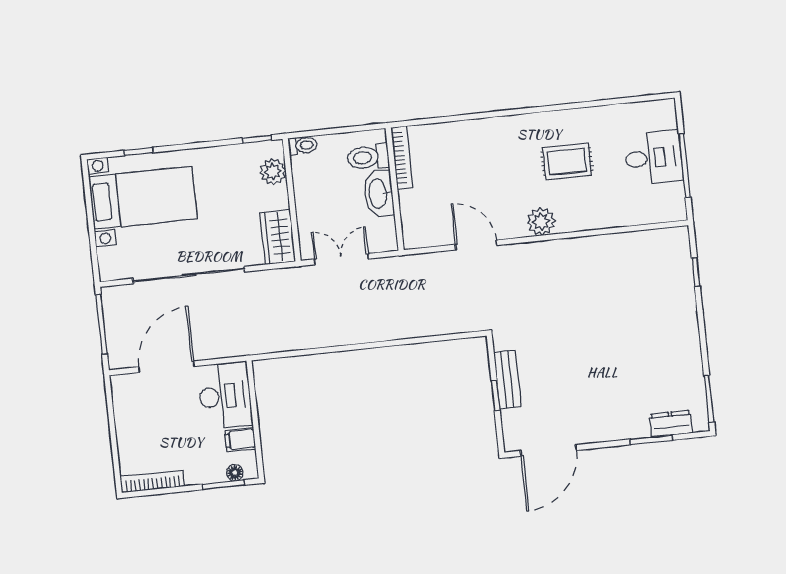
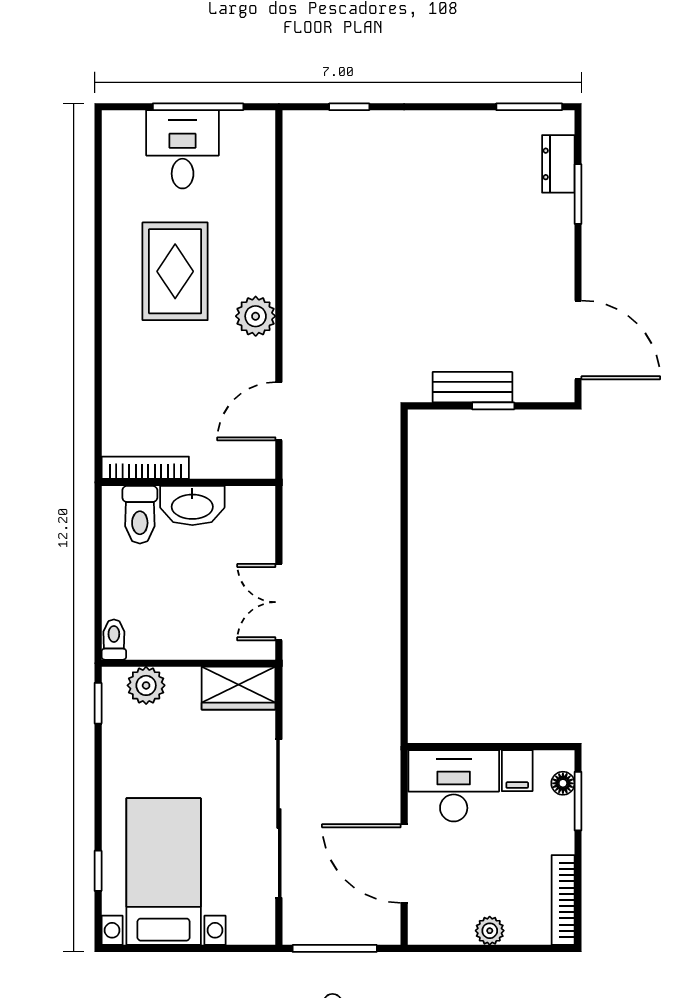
toilet: (368, 157) -> (140, 515), moved
bookcase: (402, 157) -> (145, 468), moved
rug: (567, 161) -> (175, 271), width x1.36, depth x1.43
wall: (395, 189) -> (188, 482), moved
washbasin: (379, 193) -> (192, 506), moved
plant: (125, 432) -> (490, 931), added

